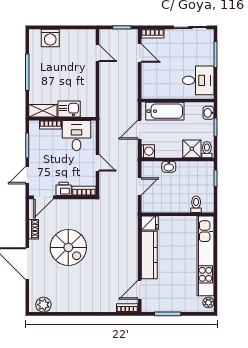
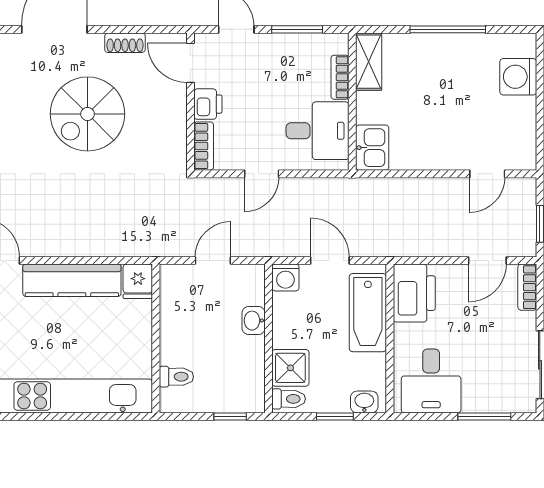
printer: (155, 89) -> (414, 293), added
kitchen sink: (69, 109) -> (372, 148), moved
door: (140, 186) -> (213, 261), swing flipped

